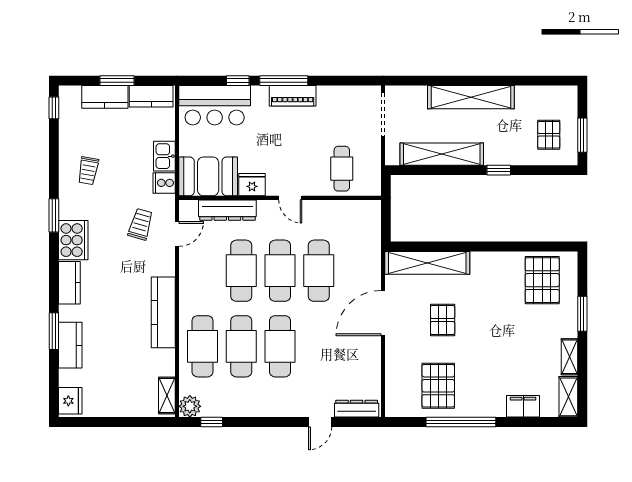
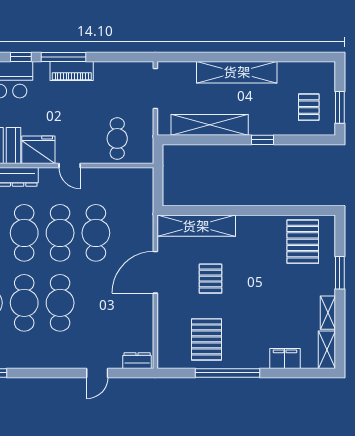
fridge: (252, 185) -> (38, 150), width x1.36, depth x1.34
dresser: (357, 409) -> (137, 361), width x0.70

